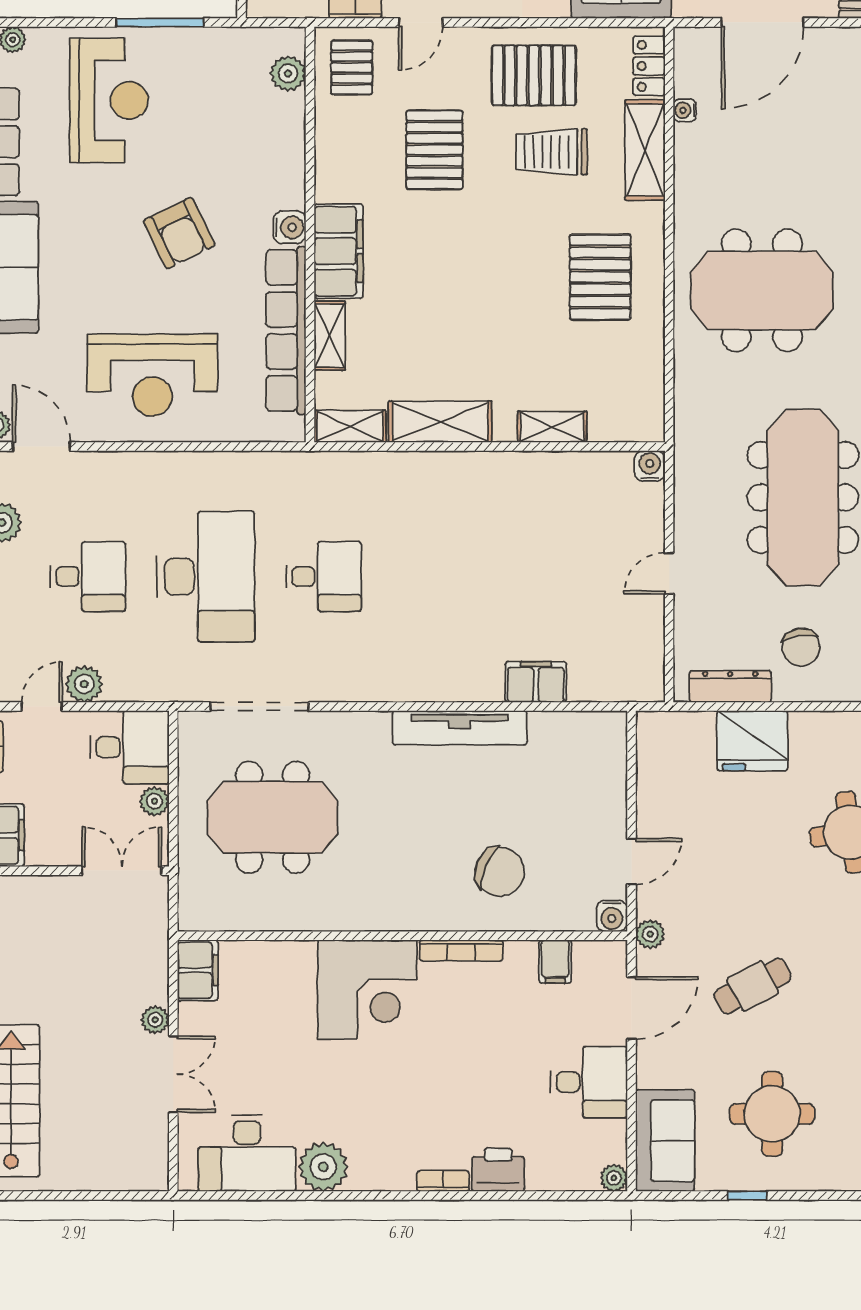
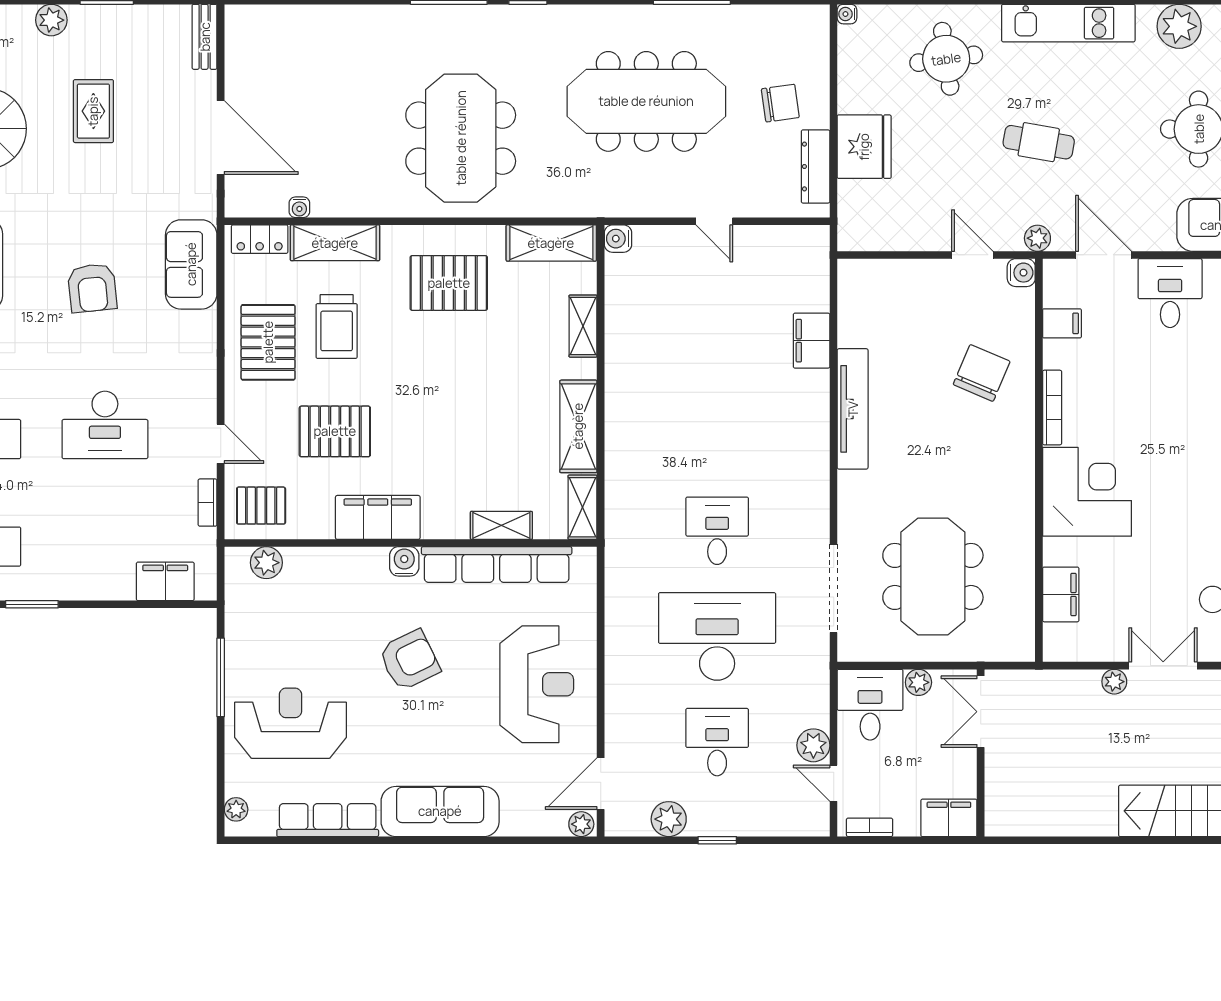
filing cabinet: (339, 251) -> (378, 517), moved
shelving: (645, 391) -> (551, 243), added
filing cabinet: (198, 970) -> (1061, 594), moved, turned 90
cafe table: (753, 986) -> (1039, 142), moved, turned -52

